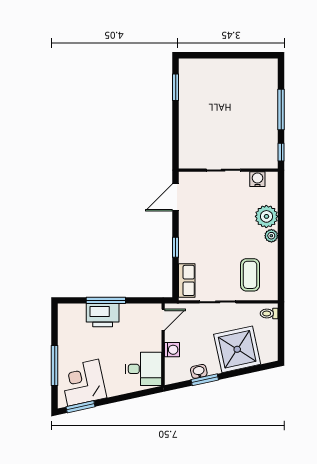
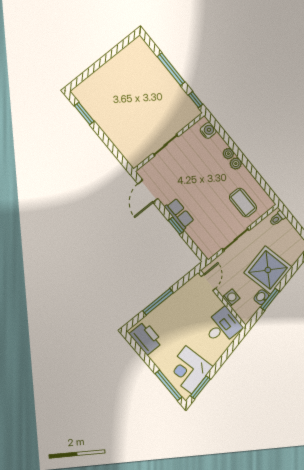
water cooler: (257, 179) -> (208, 130), moved, turned 90
plant: (266, 216) -> (228, 154), width x0.53, depth x0.53
row of seats: (187, 280) -> (179, 214), moved
printer: (103, 315) -> (146, 338), moved, turned -90
shower: (237, 349) -> (268, 270), moved
window: (55, 365) -> (169, 385), moved

